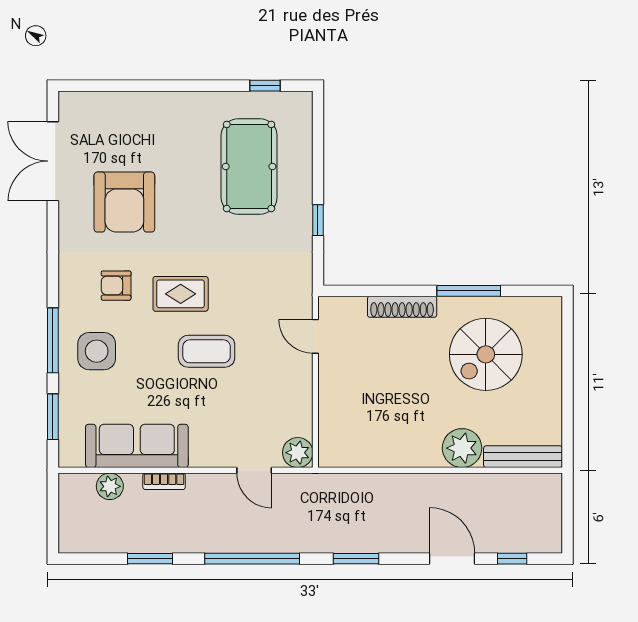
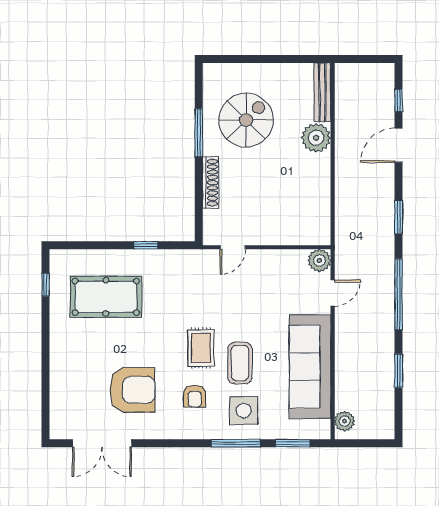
coffee table: (207, 351) -> (240, 363), moved
spiral stairs: (486, 354) -> (246, 120), turned -90
sofa: (137, 446) -> (310, 367), width x1.36, depth x1.27
bookcase: (164, 481) -> (341, 360), removed
plant: (110, 486) -> (345, 421), moved

